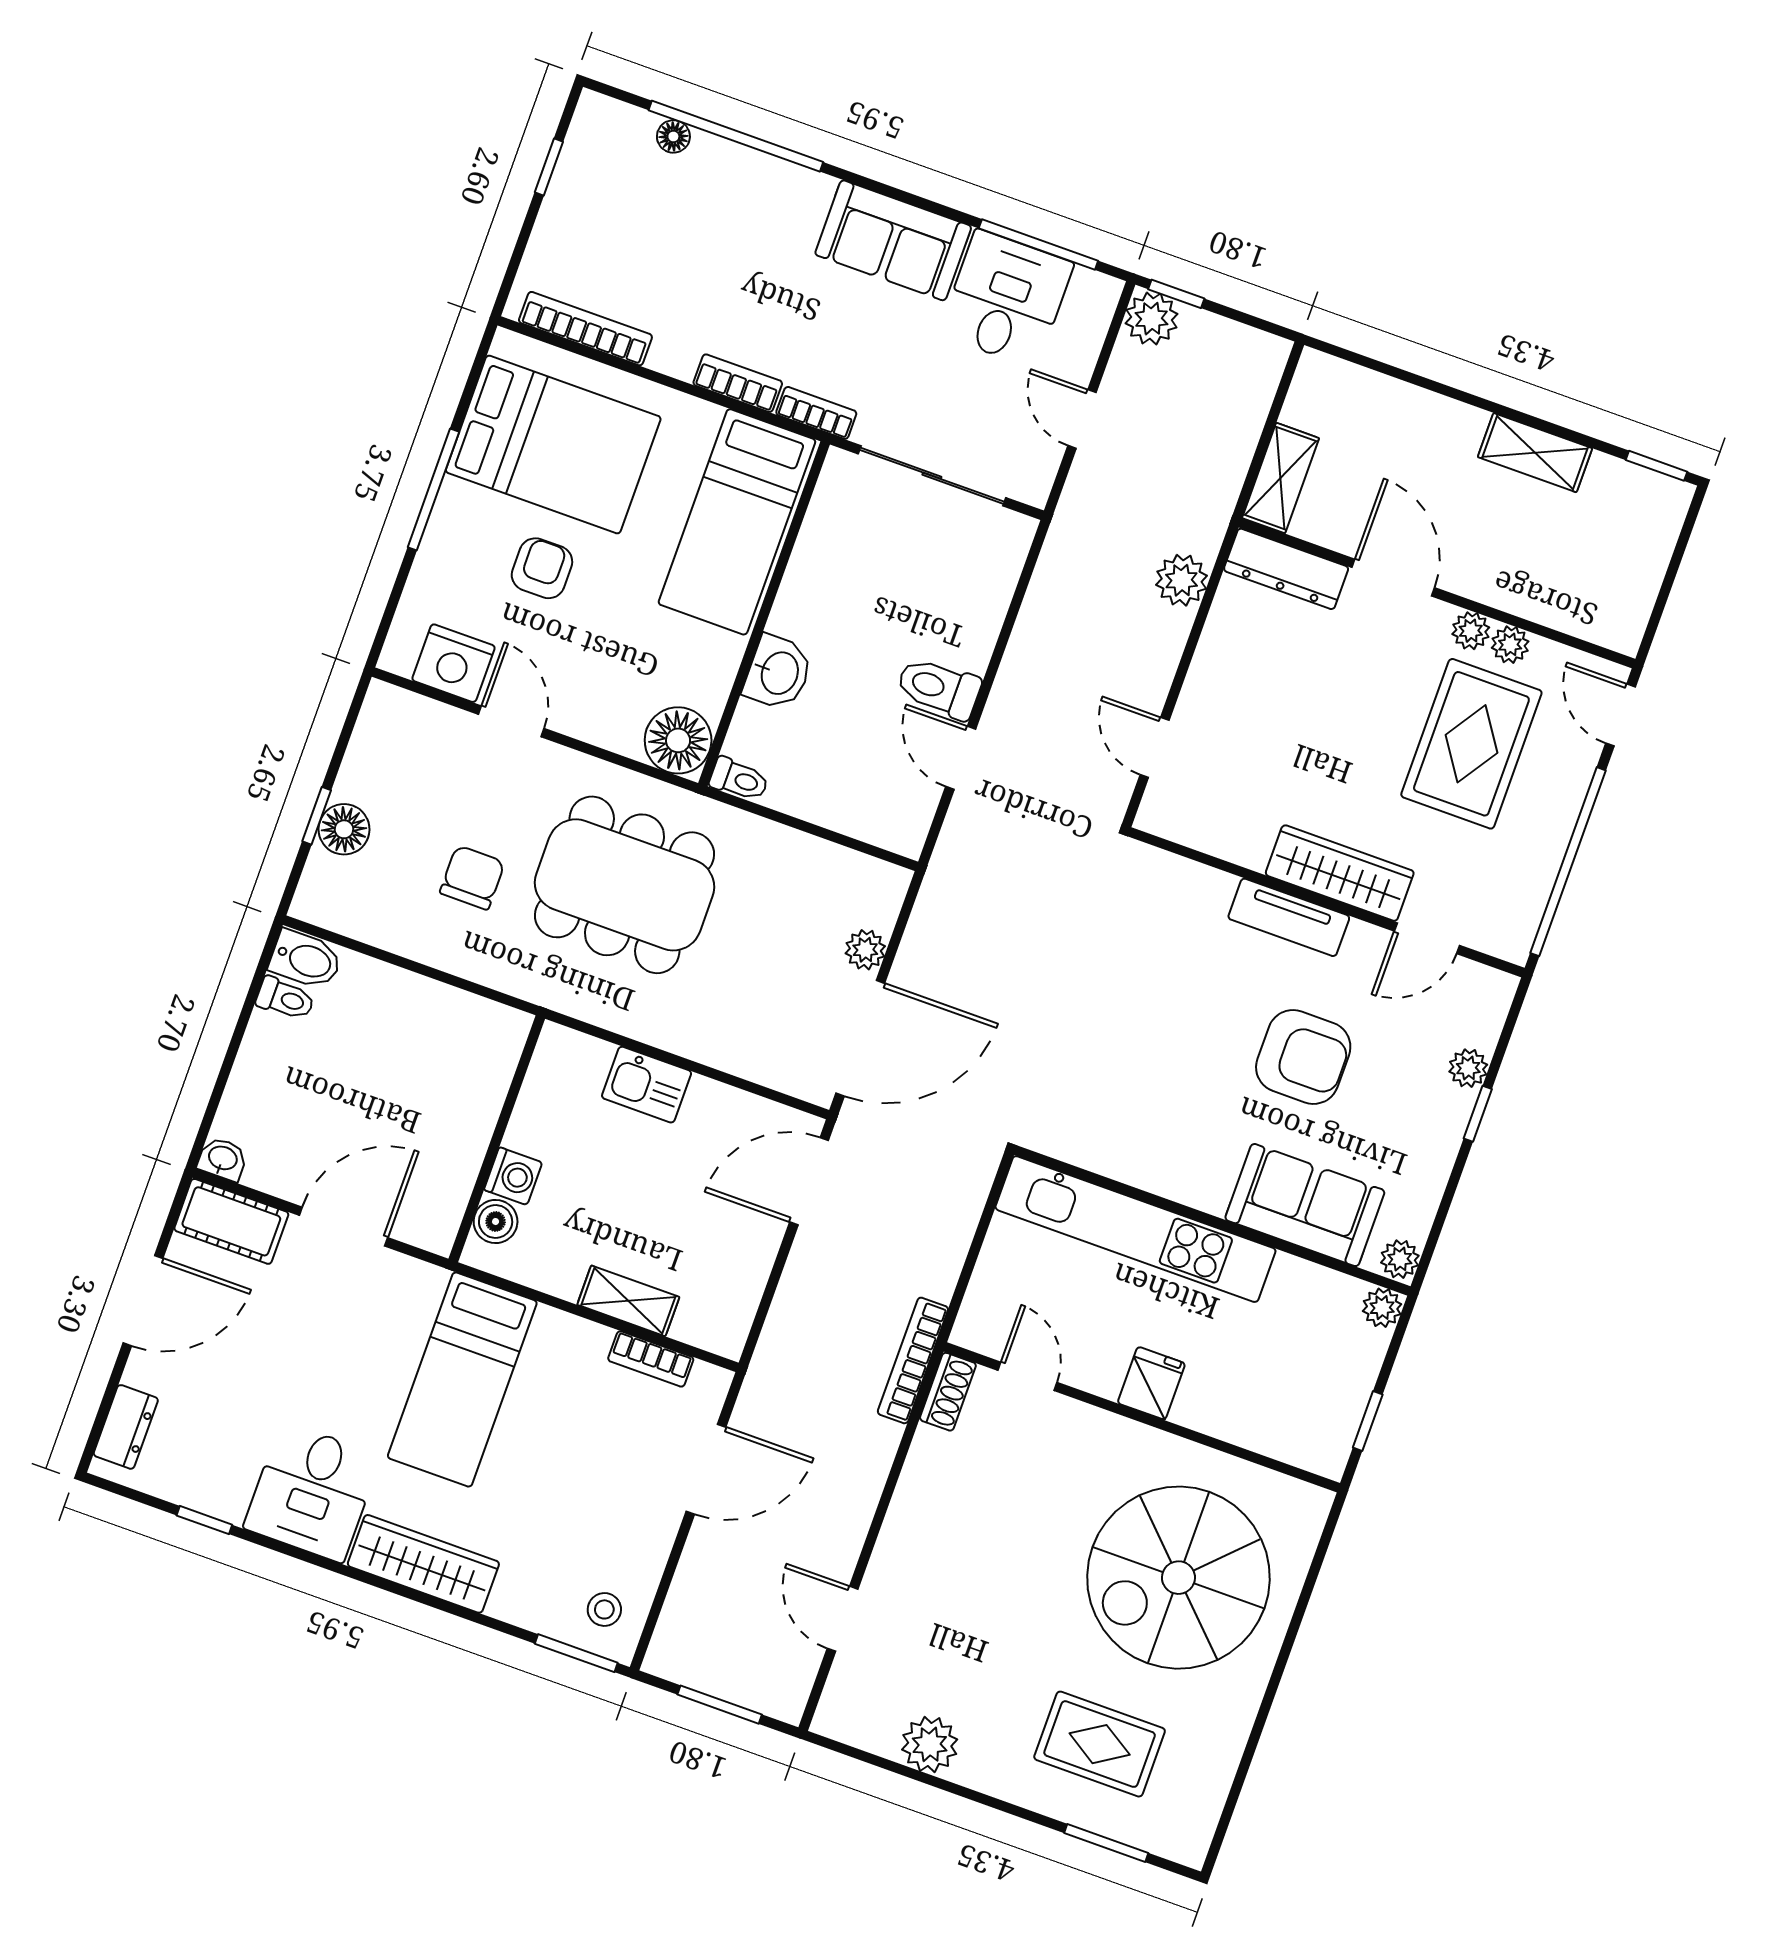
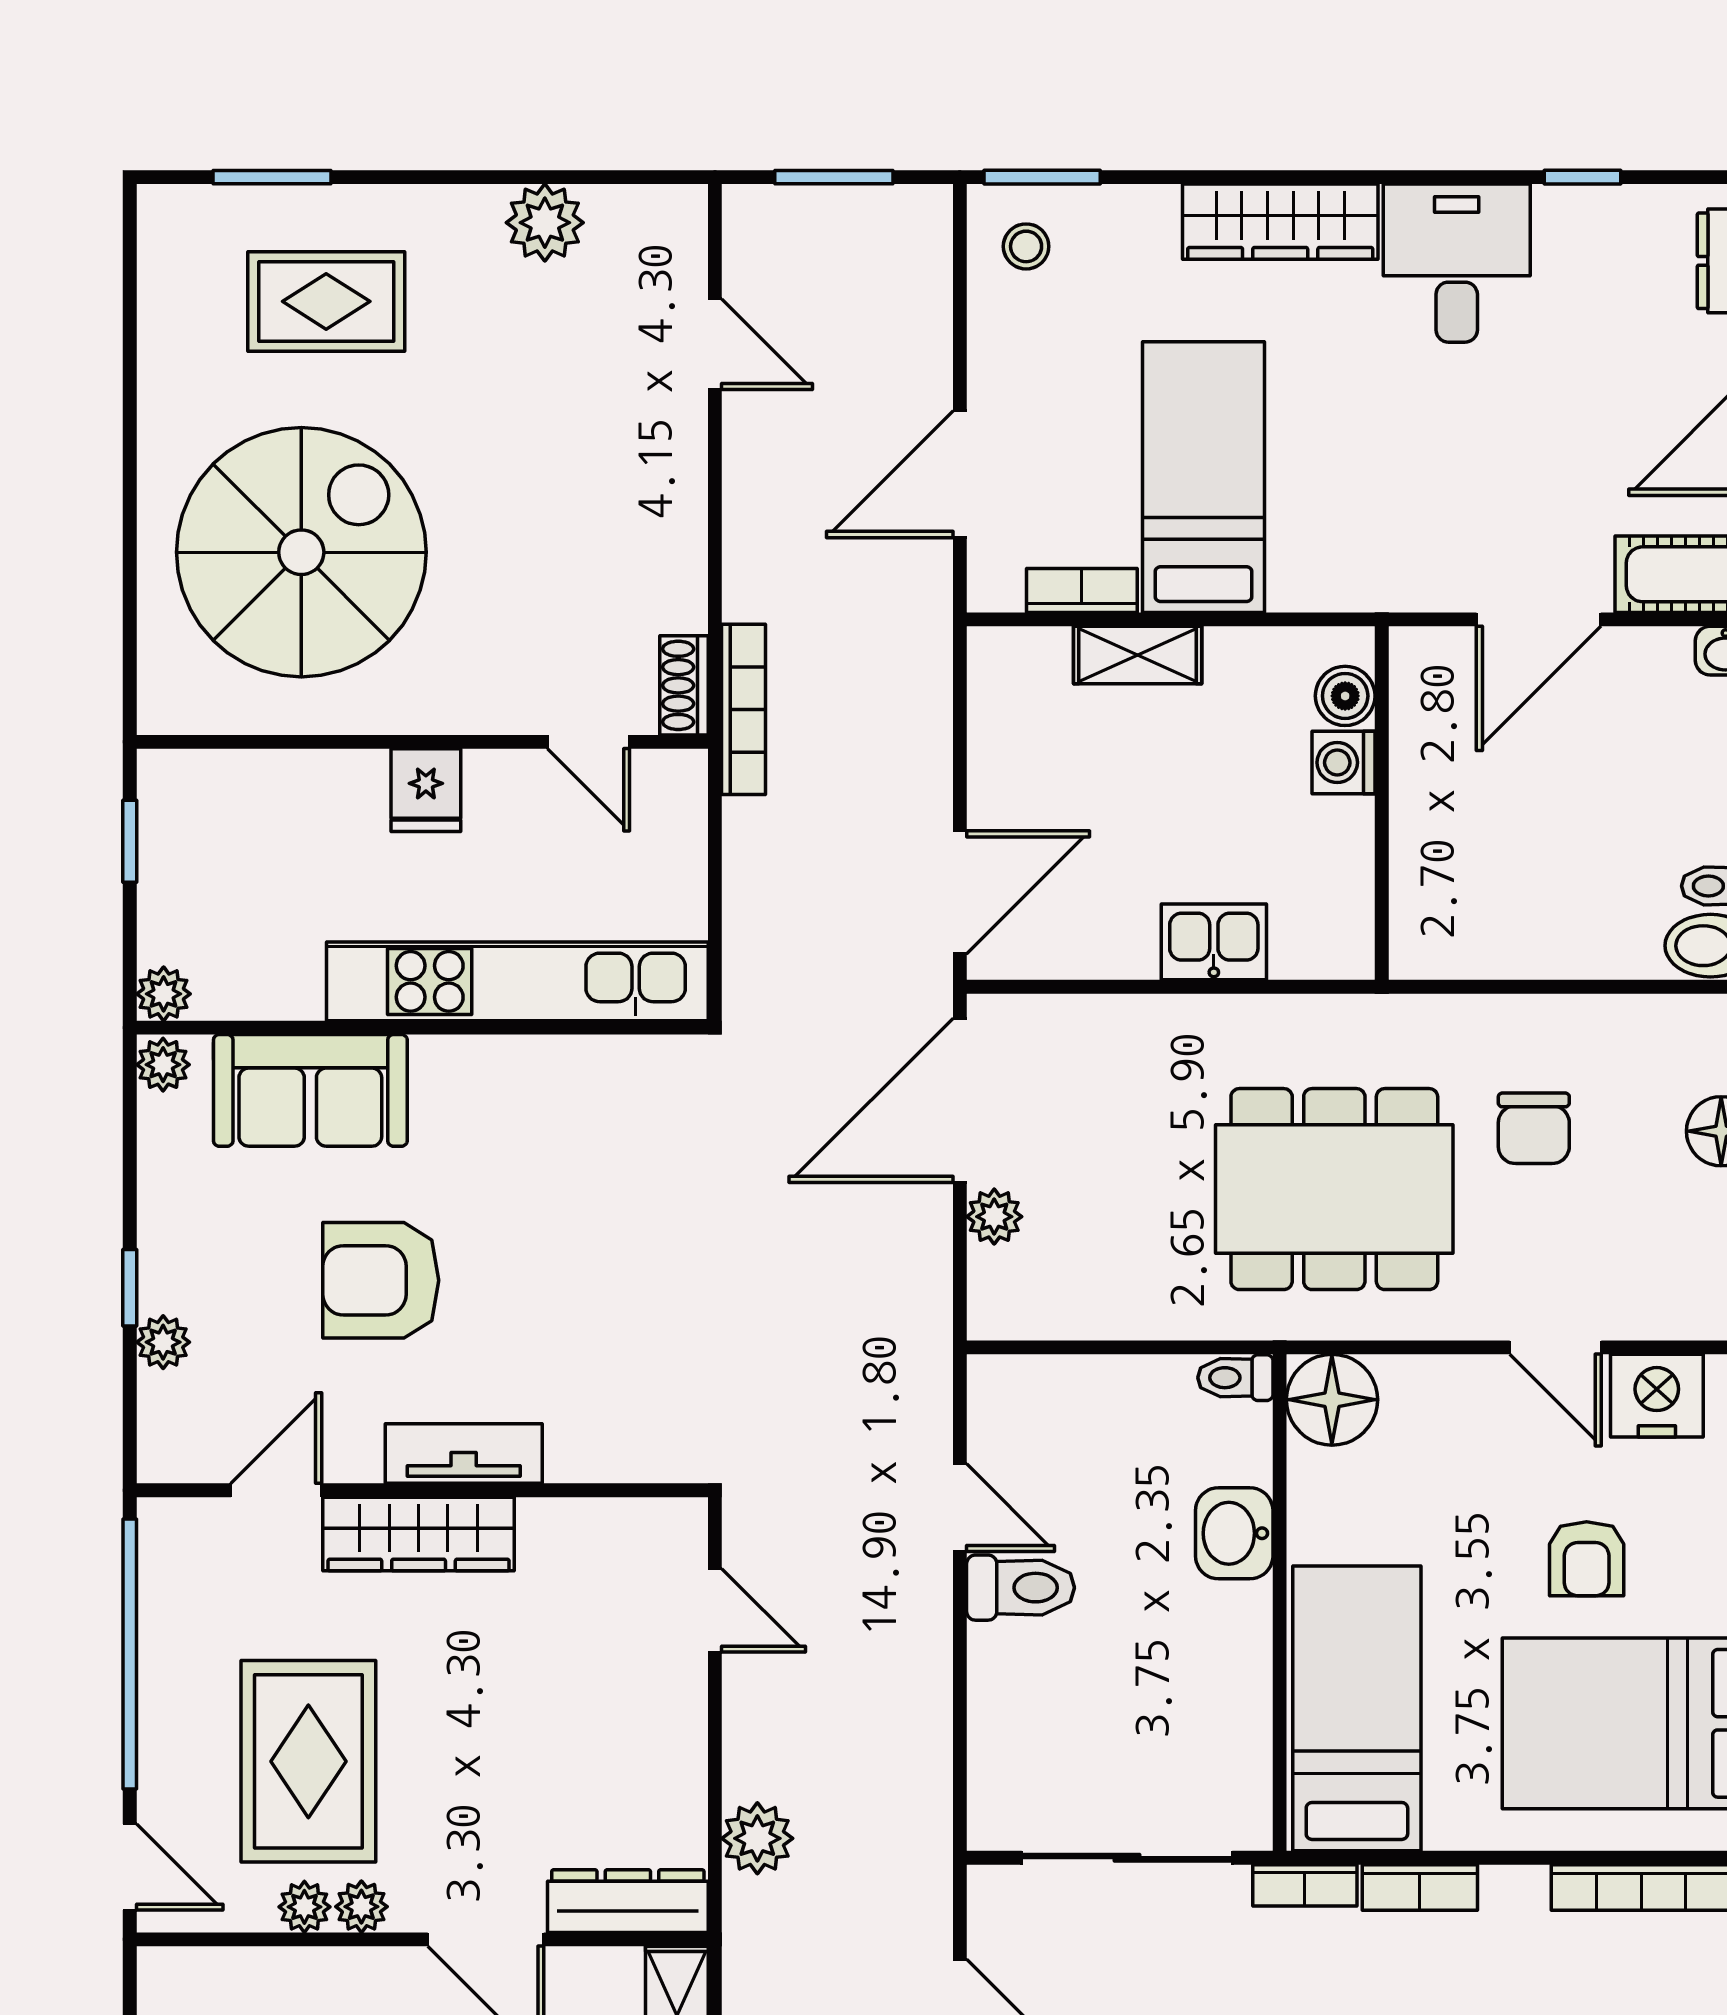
bed: (462, 1379) -> (1204, 477), moved

